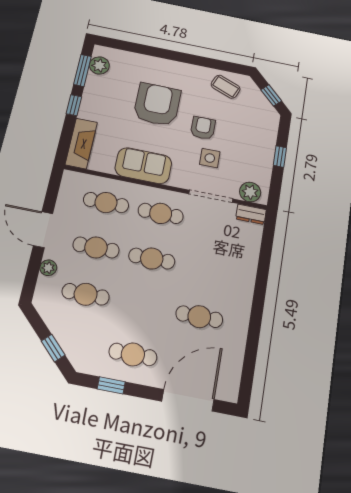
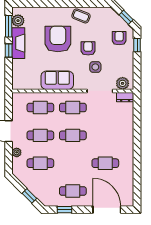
coffee table: (226, 87) -> (81, 16), moved
armchair: (255, 123) -> (119, 38), added
fireplace: (81, 143) -> (18, 43), moved
window: (280, 157) -> (137, 45), moved
door: (188, 400) -> (107, 210), hinge flipped

